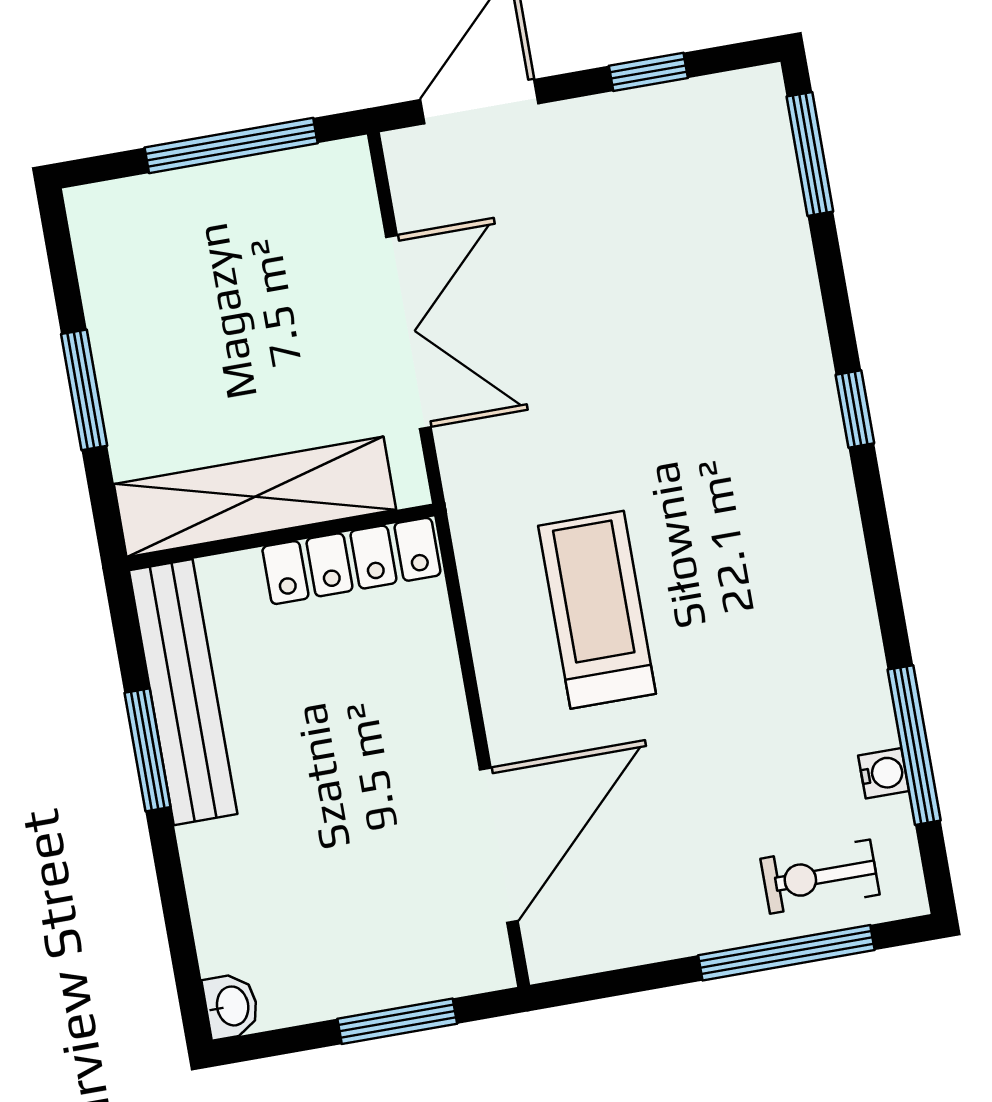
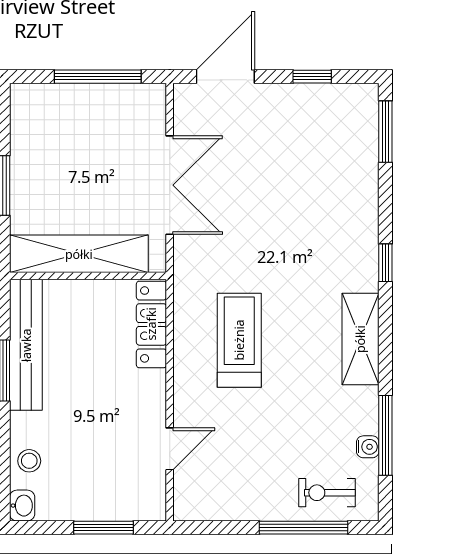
locker: (351, 561) -> (151, 324), moved, turned 90
shelving: (832, 566) -> (360, 339), added
door: (499, 845) -> (170, 449), width x0.53
stool: (230, 917) -> (29, 461), added

